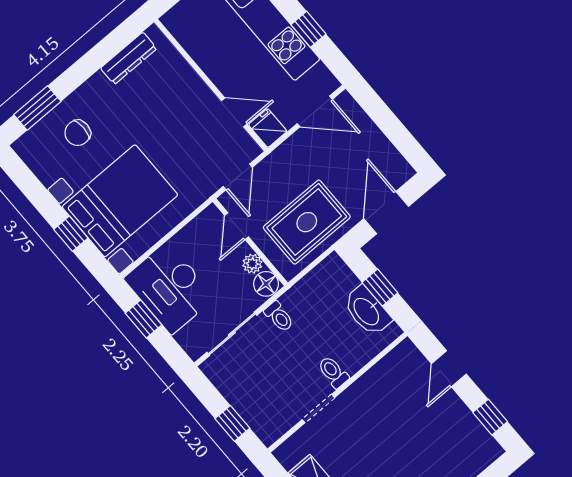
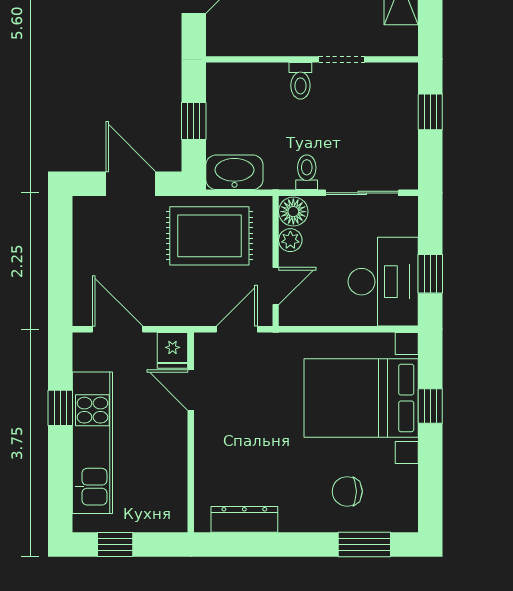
chair: (78, 133) -> (347, 491), turned 180
door: (386, 213) -> (131, 184), swing flipped
washbasin: (367, 311) -> (234, 172), moved, turned -90

